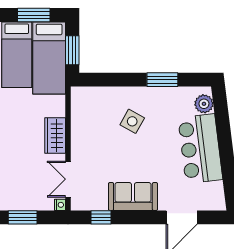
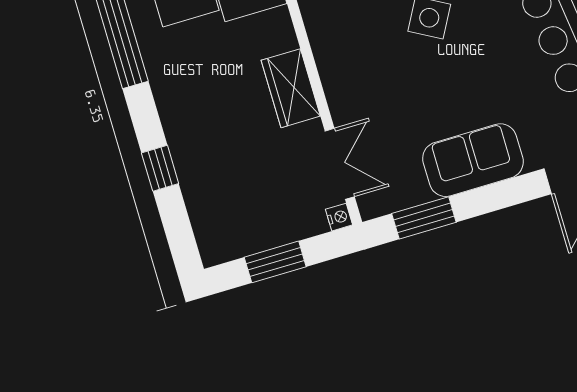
double door: (68, 179) -> (340, 164), swing flipped
window: (101, 217) -> (424, 218), width x1.50

